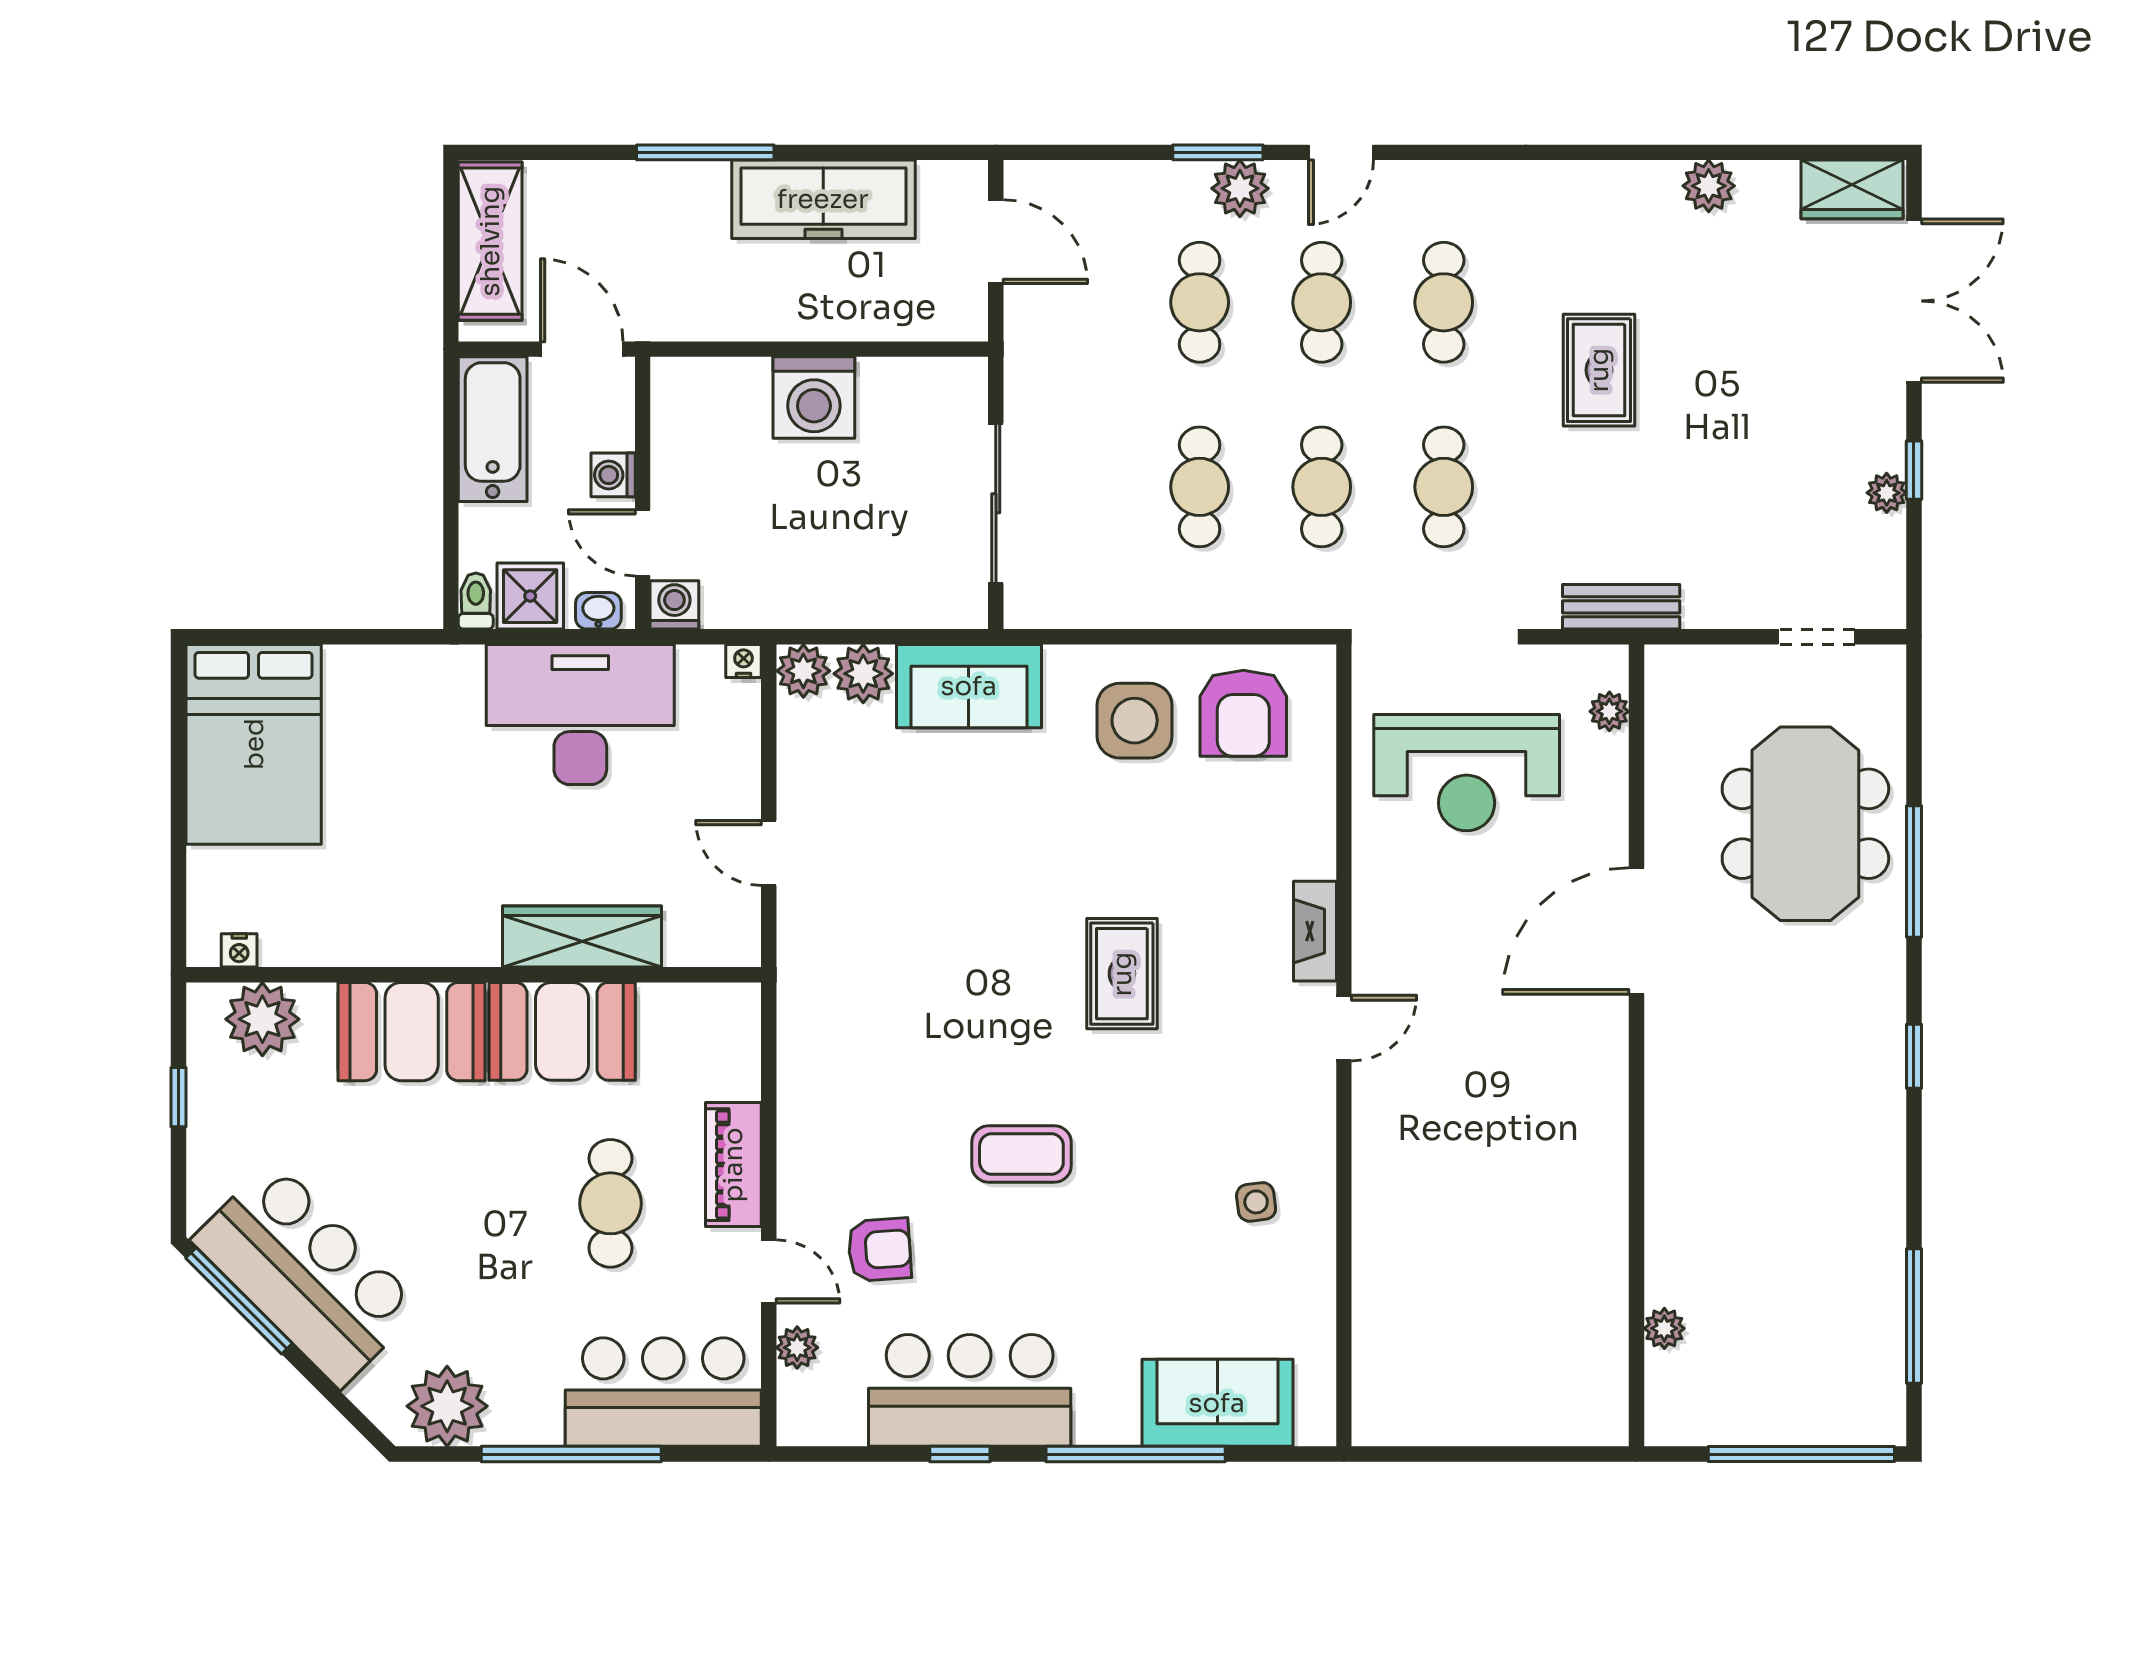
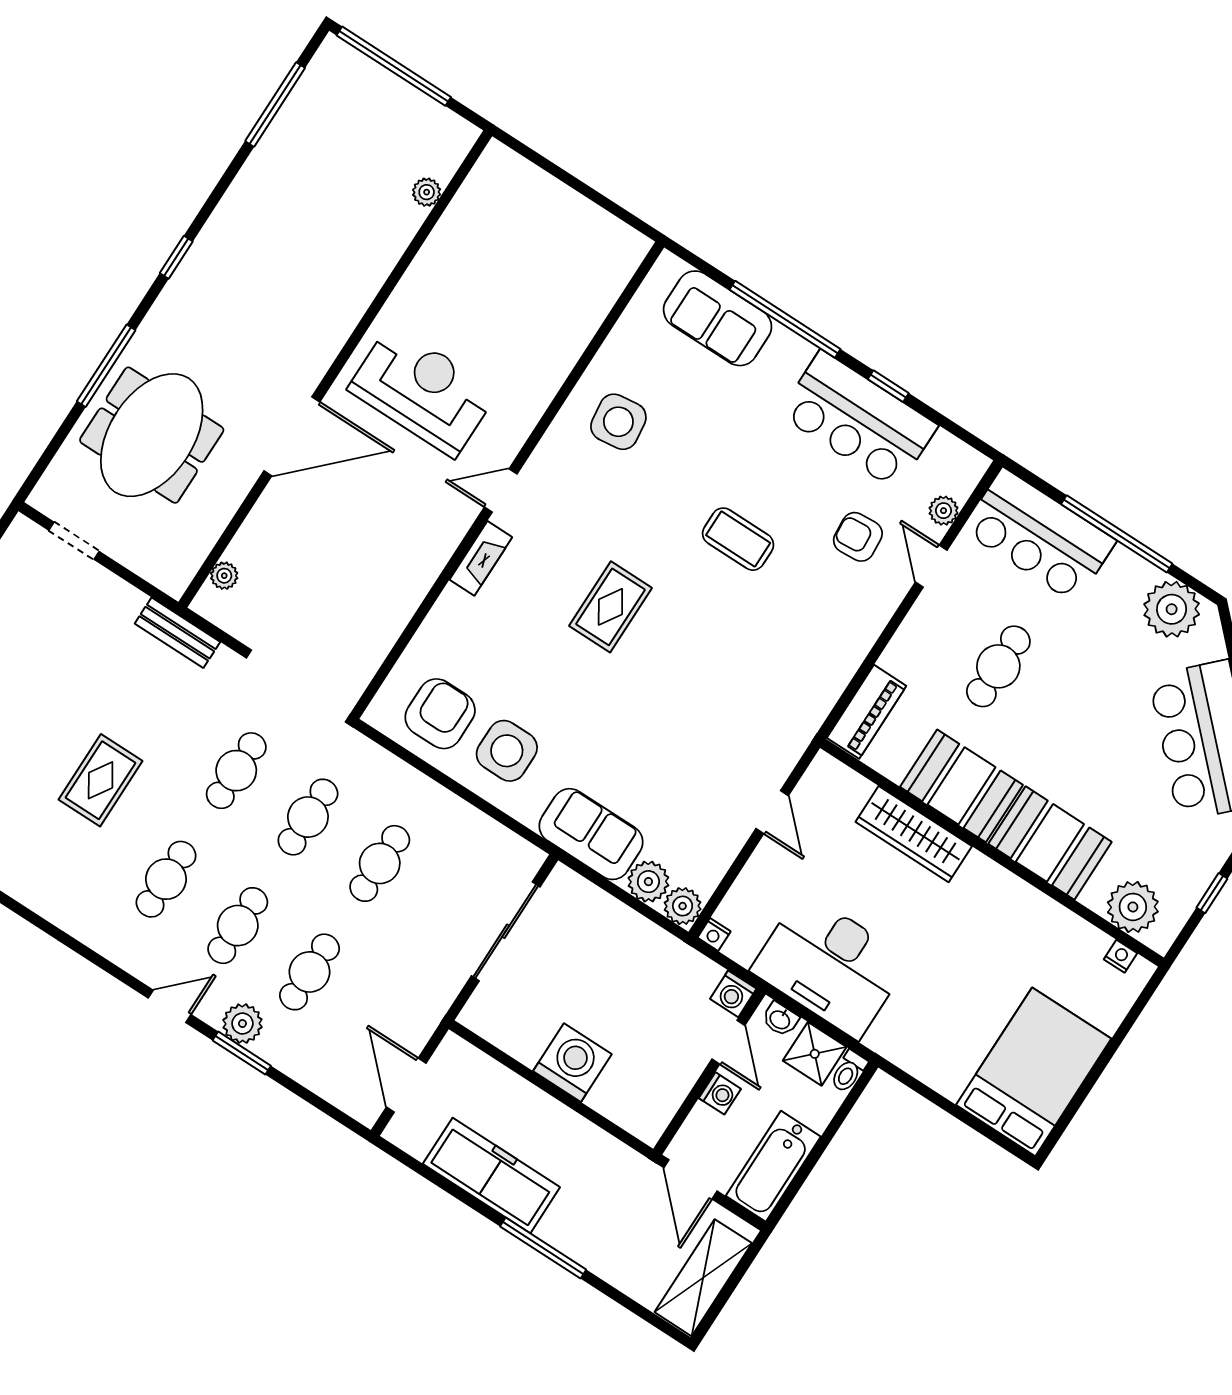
reception desk: (1467, 773) -> (423, 391), moved
piano: (733, 1165) -> (867, 712), moved
side table: (1256, 1202) -> (618, 422), width x1.87, depth x1.87

